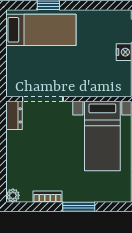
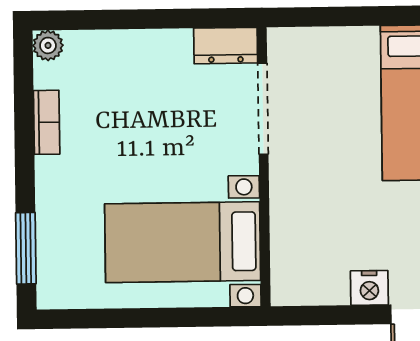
window: (79, 207) -> (26, 248), moved

